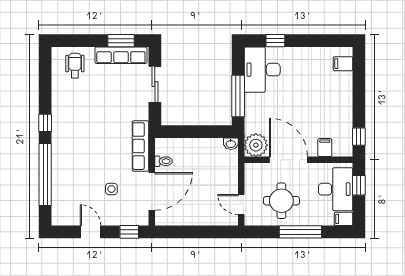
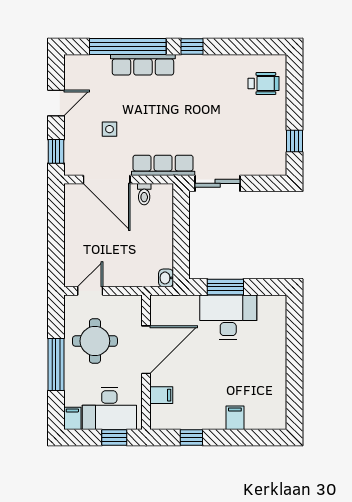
window: (121, 41) -> (294, 141), width x0.67
window: (275, 41) -> (294, 334), removed
row of seats: (121, 55) -> (143, 65), moved, turned -90
filing cabinet: (343, 64) -> (235, 418), moved
desk: (262, 70) -> (228, 317), moved
sliding door: (155, 84) -> (218, 183), moved
window: (238, 96) -> (225, 287), width x0.69
window: (359, 137) -> (191, 437), moved
plant: (256, 145) -> (164, 309), removed

